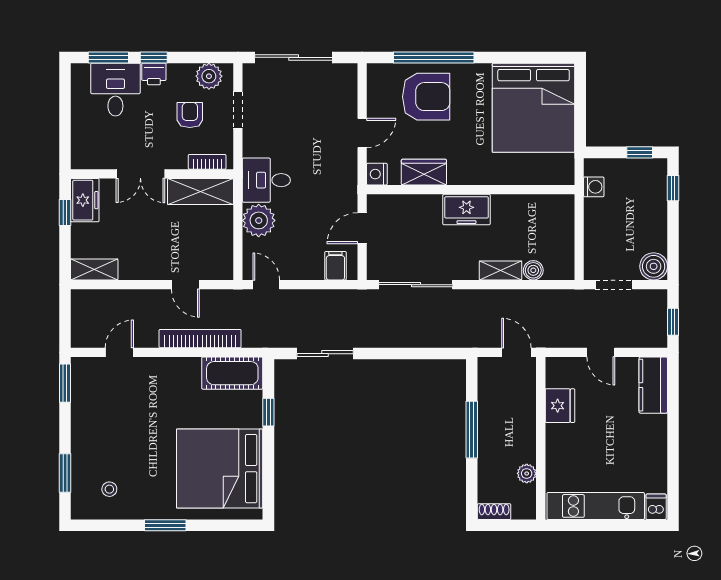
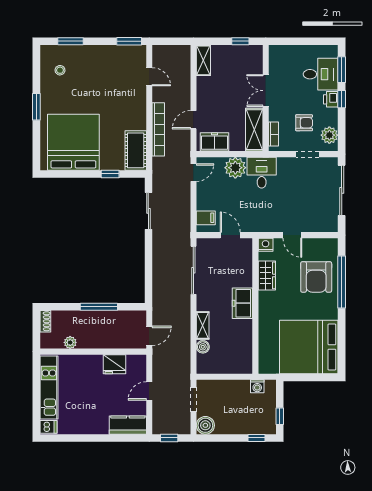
freezer: (85, 200) -> (214, 142), moved, turned 180

